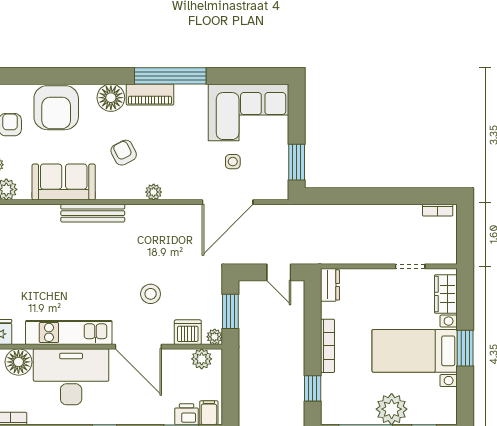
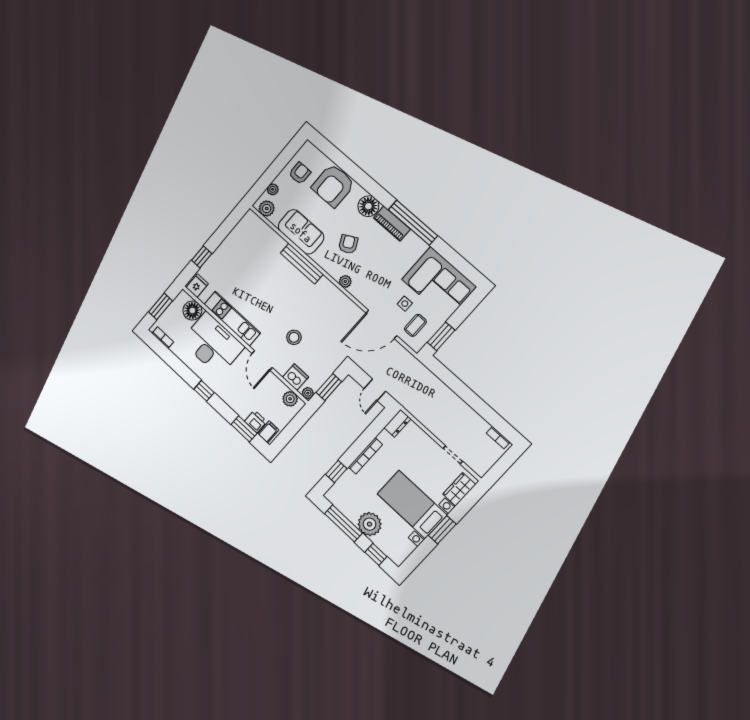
coffee table: (262, 174) -> (415, 325), added
door: (138, 347) -> (262, 361), width x0.73

